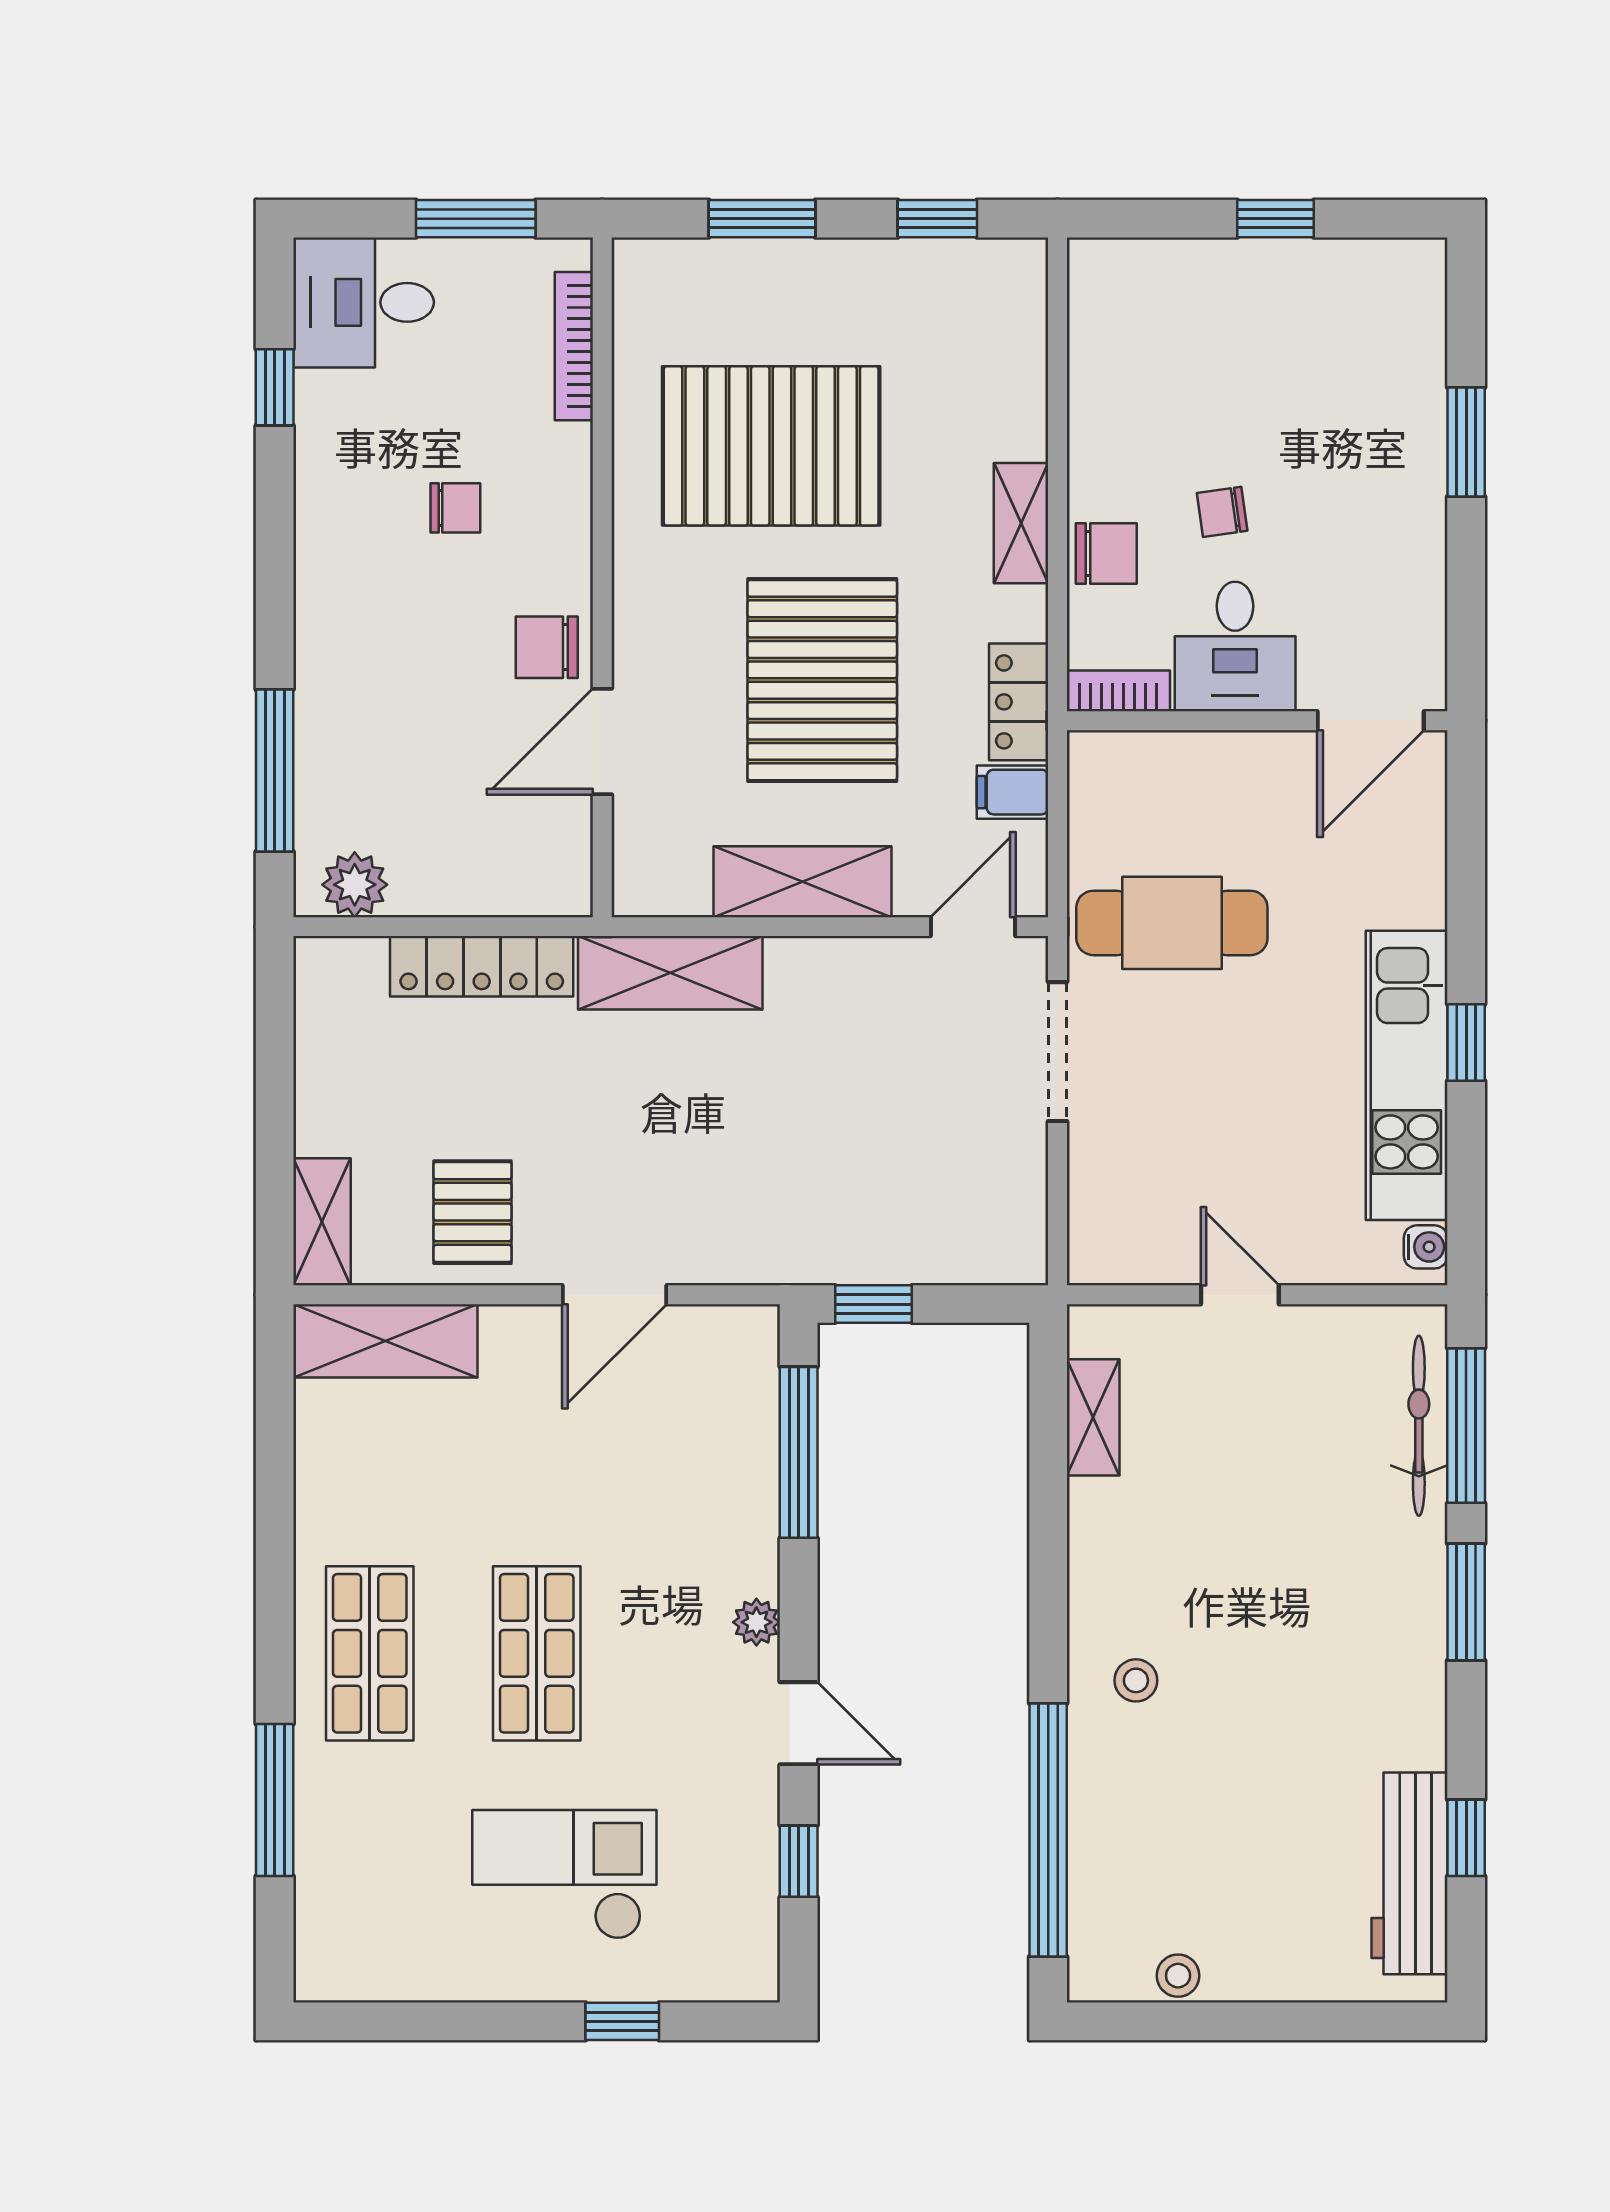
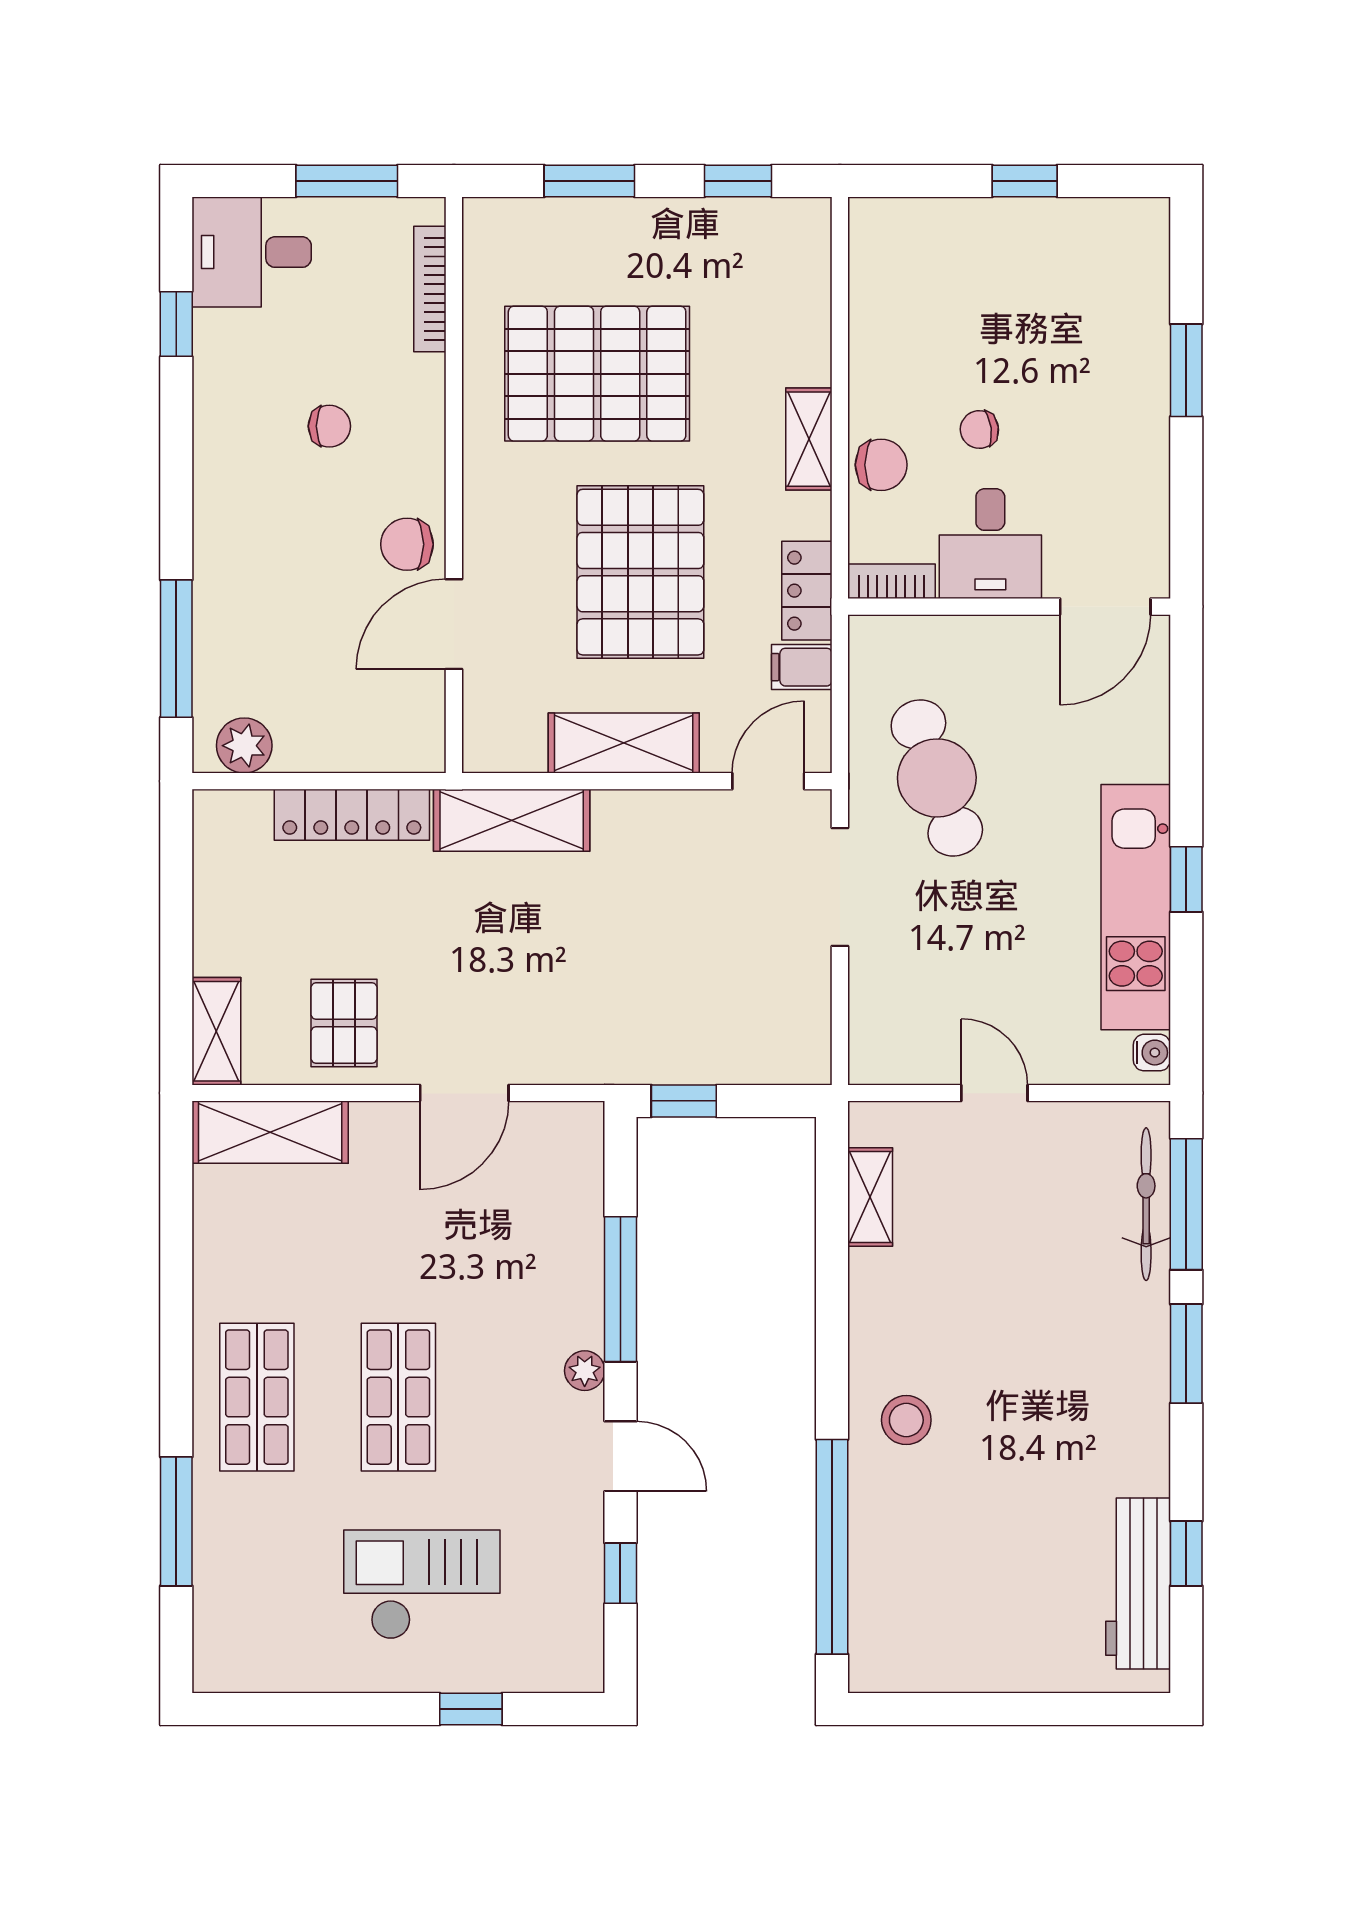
cafe table: (1172, 923) -> (937, 778), turned 71
window: (799, 1452) -> (620, 1289), moved
stool: (1136, 1680) -> (906, 1420), width x1.37, depth x1.37
stool: (1178, 1976) -> (942, 1670), removed

